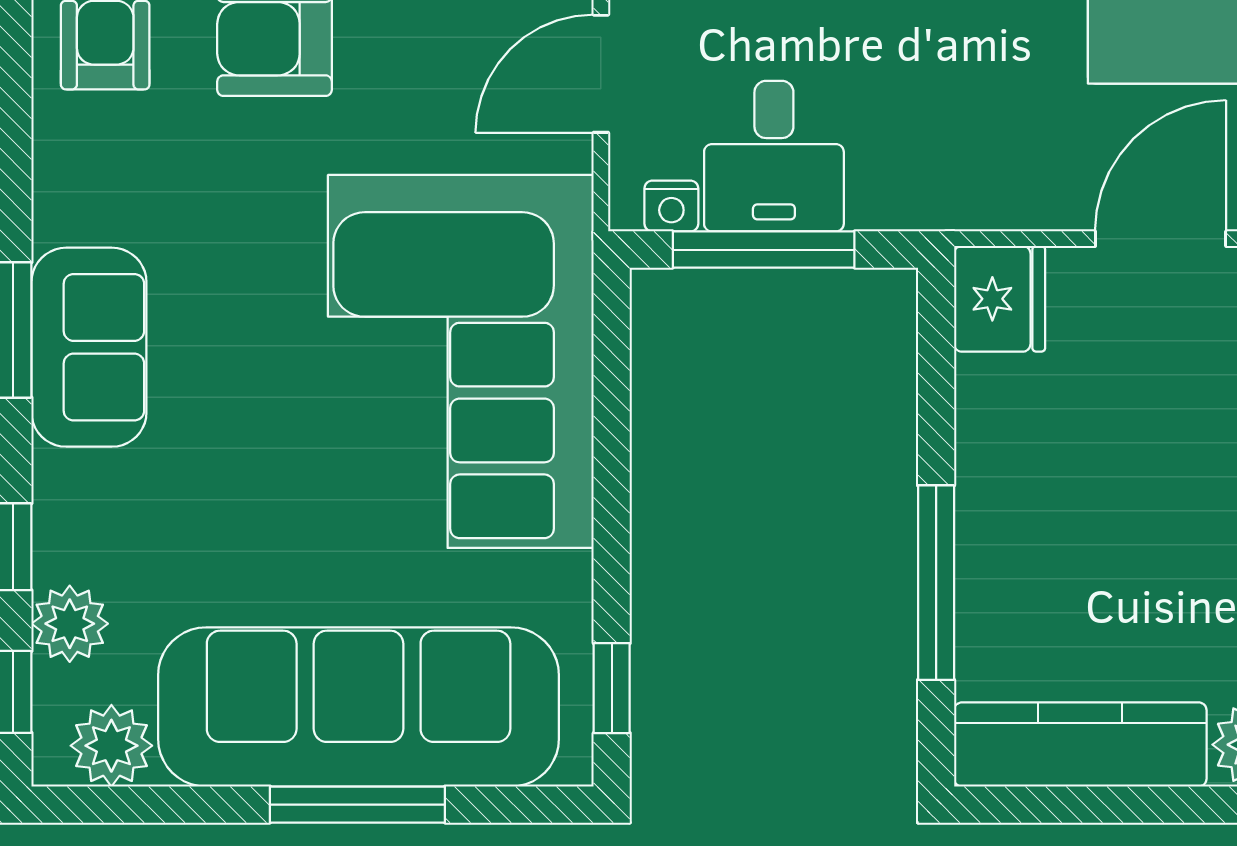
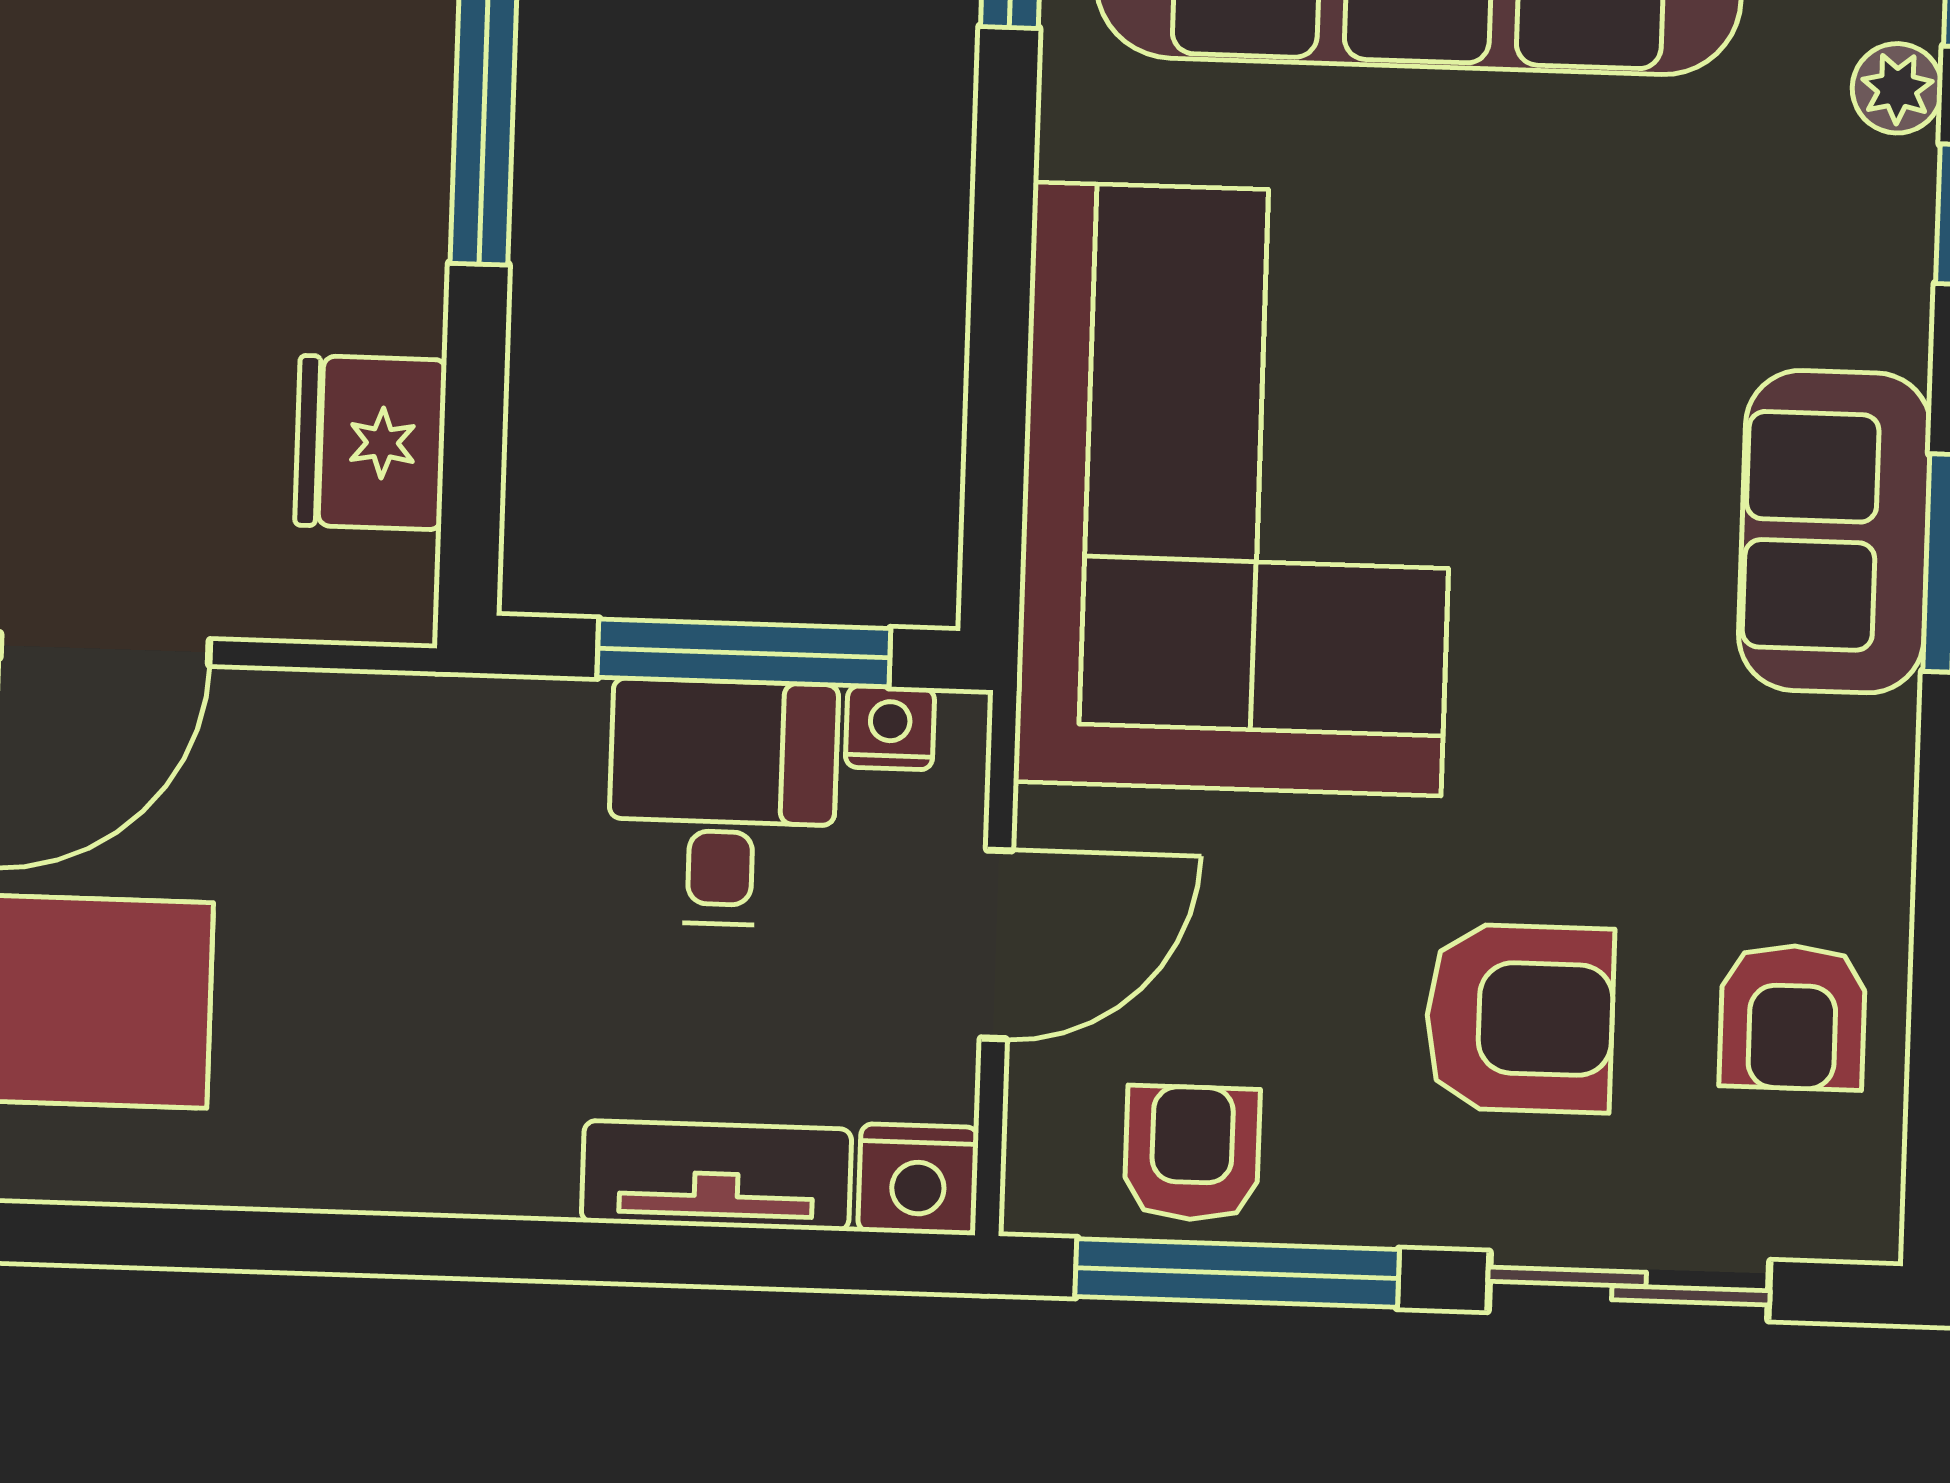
fridge: (1000, 299) -> (371, 443), moved
plant: (70, 624) -> (1897, 88), width x0.73, depth x0.73

